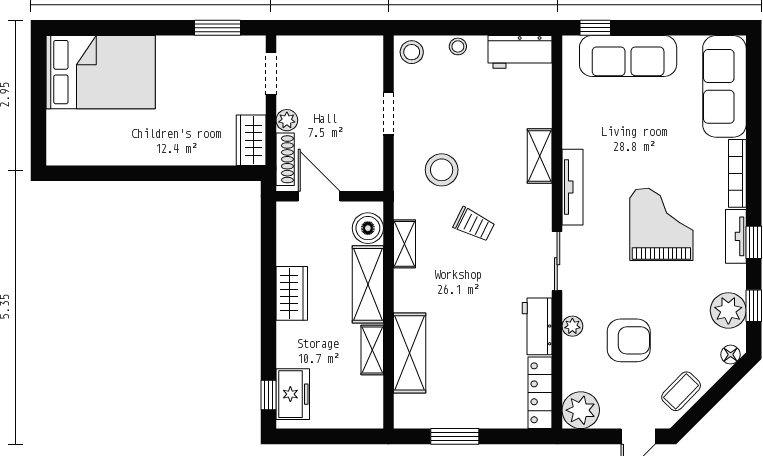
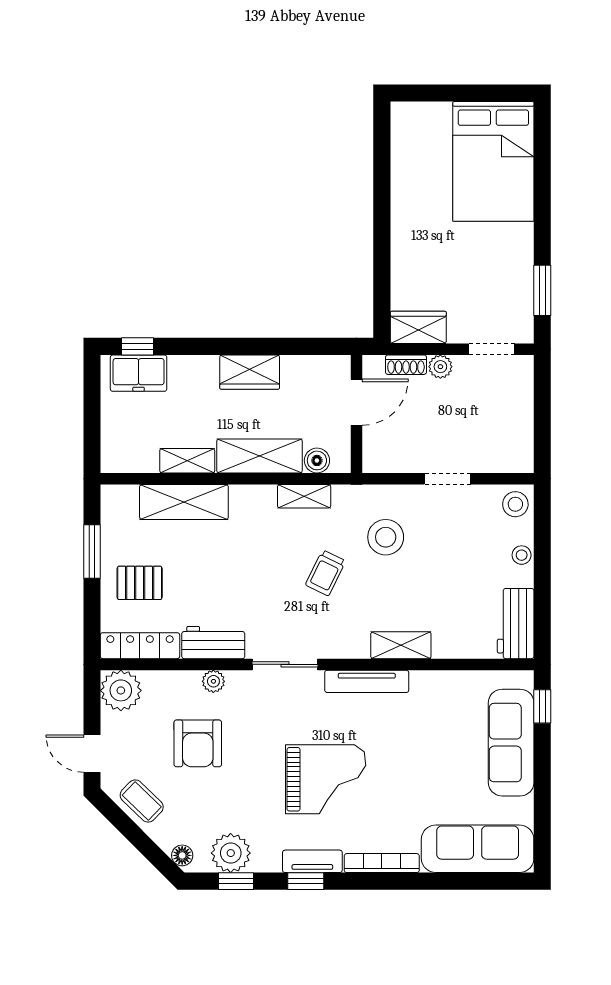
shoe rack: (285, 159) -> (406, 365), width x0.70
boiler: (368, 228) -> (317, 460), width x0.73, depth x0.73
pallet: (483, 393) -> (140, 583), added

